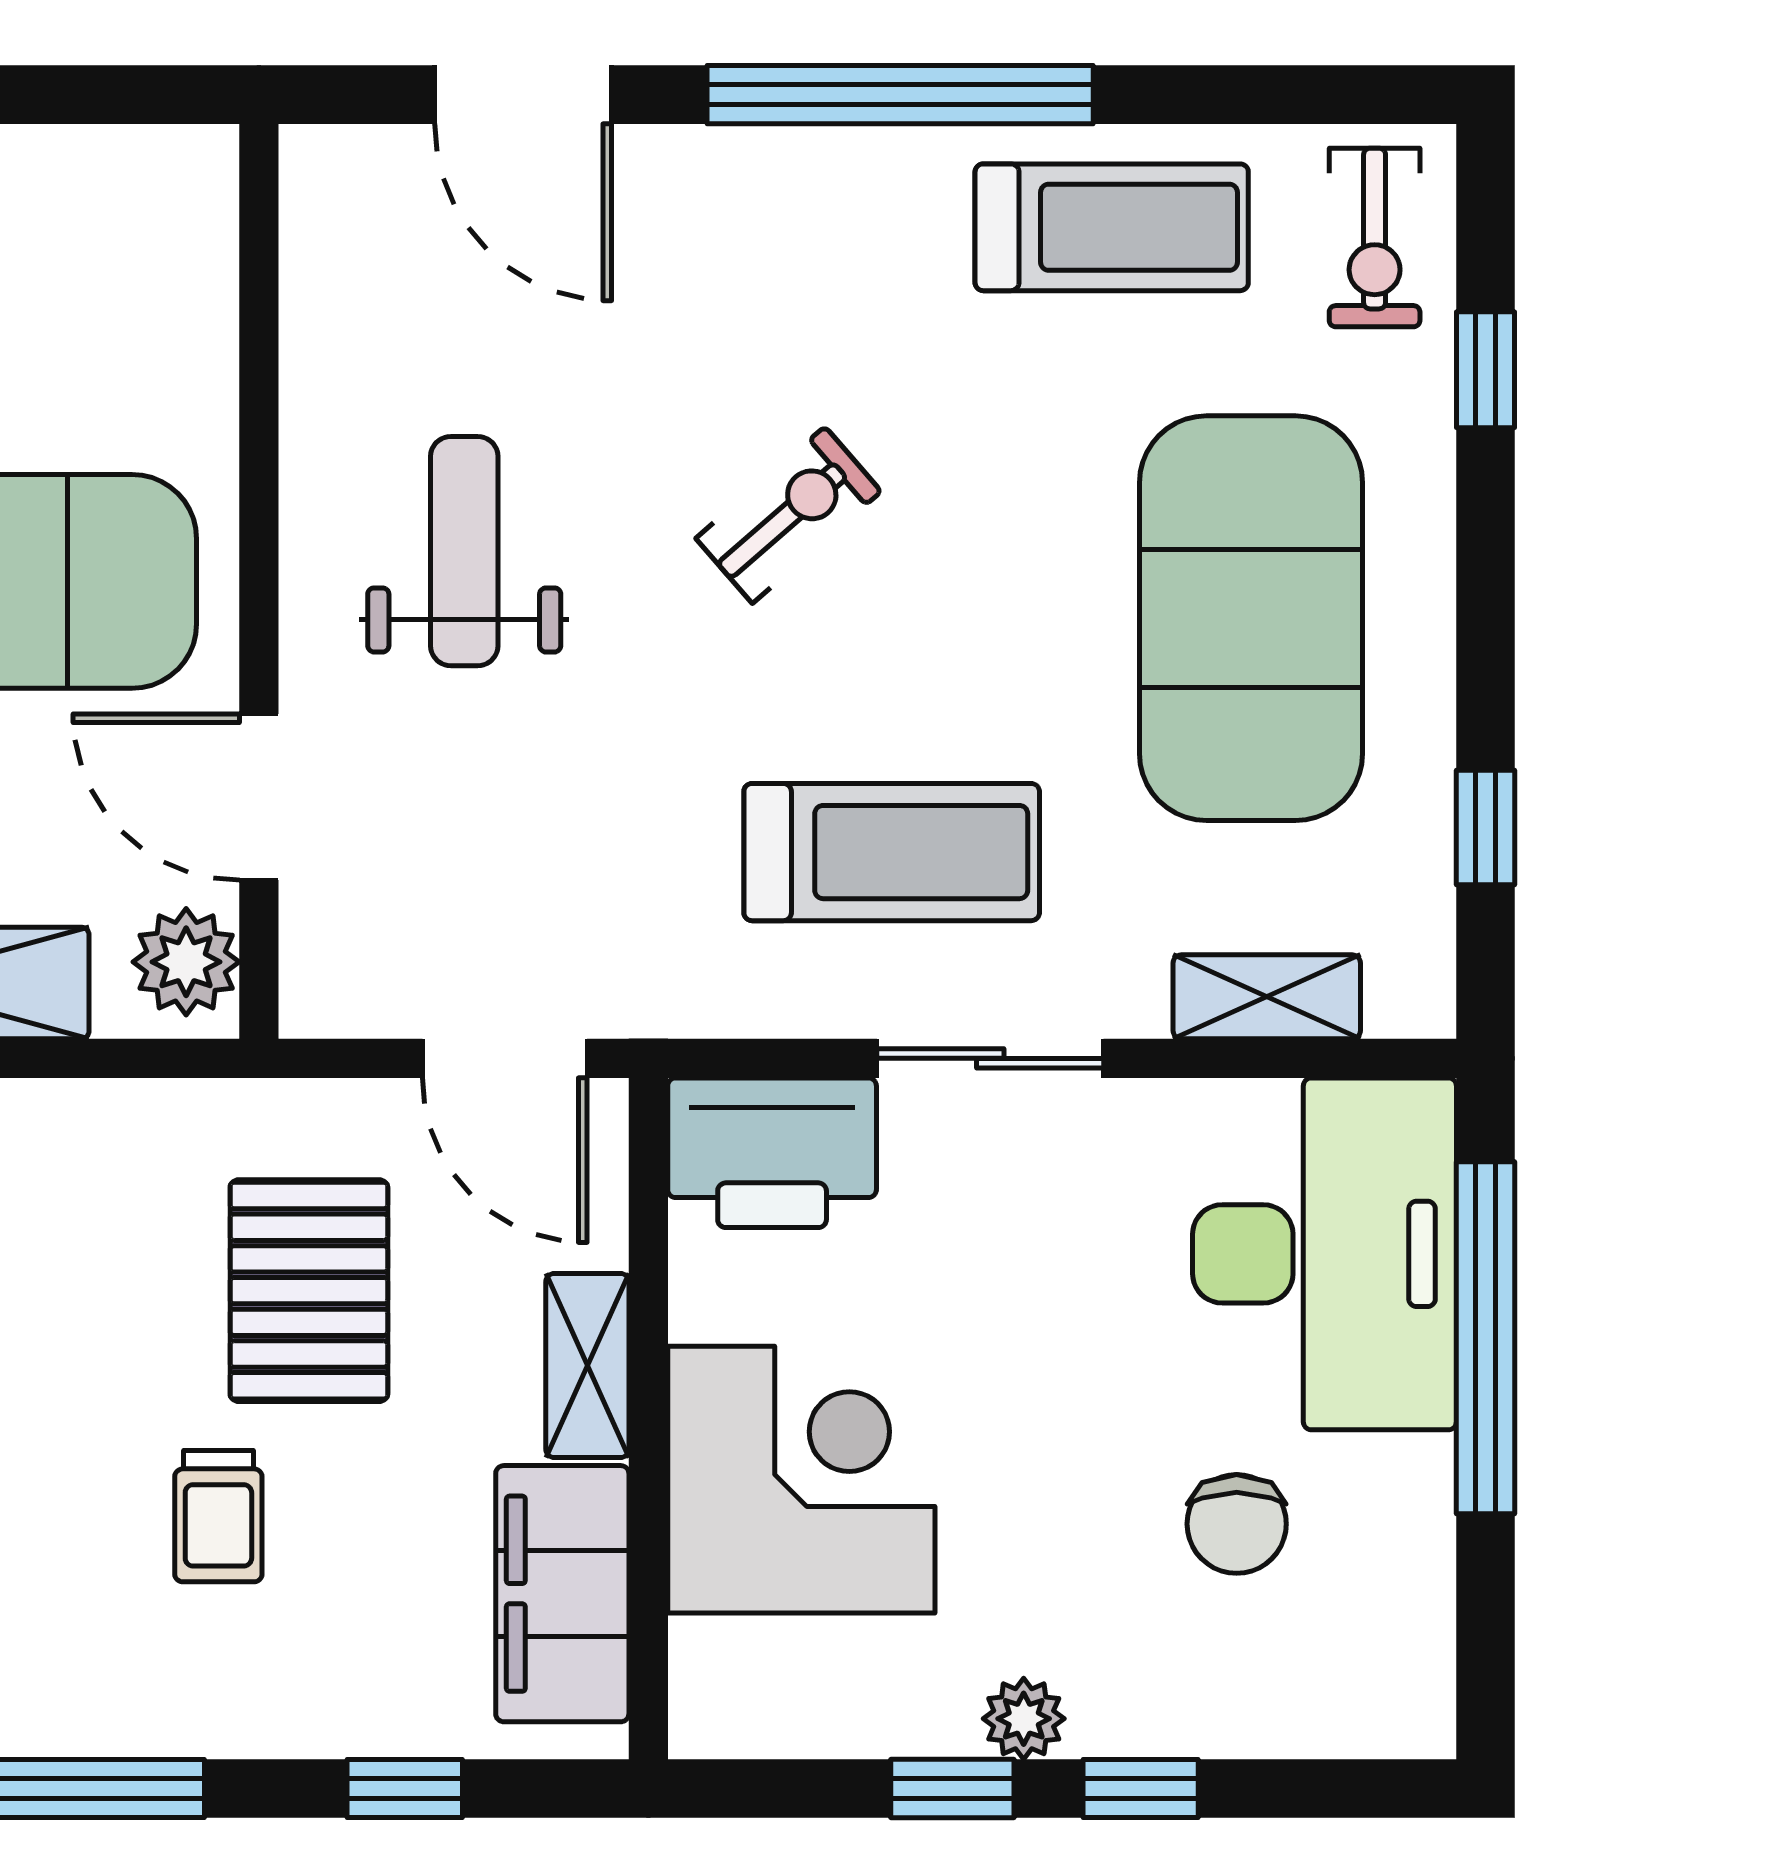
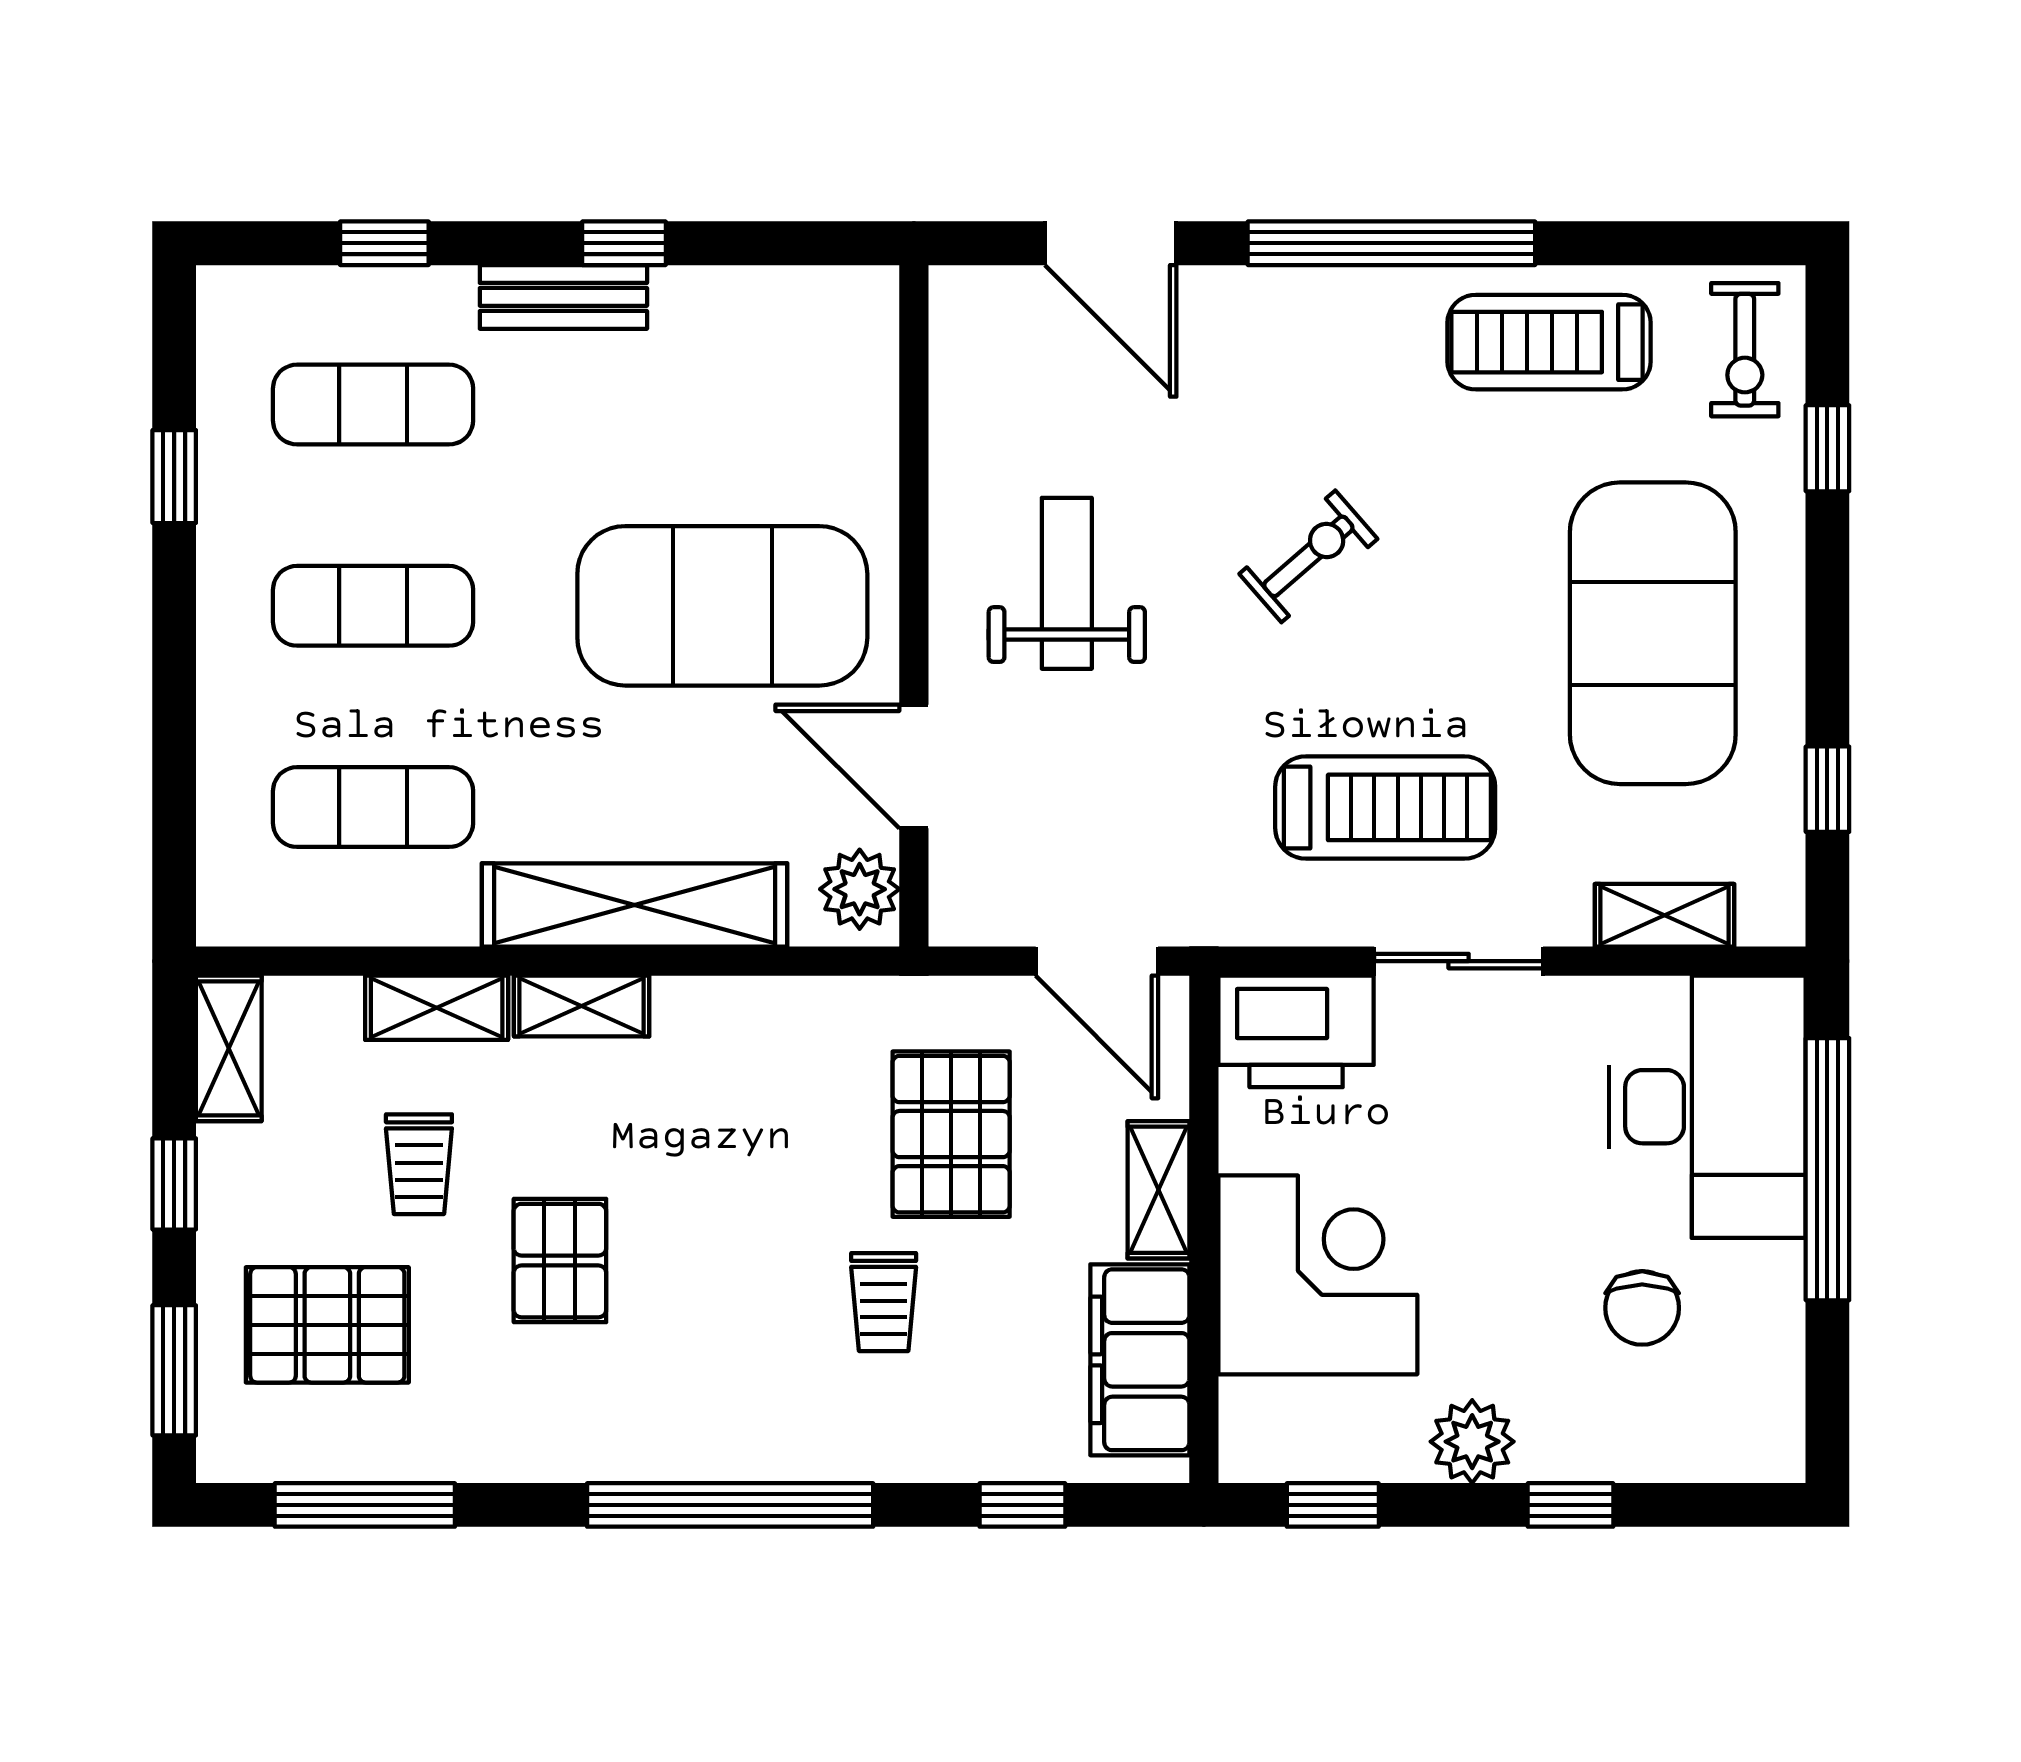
treadmill: (1112, 227) -> (1549, 342), turned 180
plant: (1024, 1719) -> (1472, 1442), width x1.38, depth x1.38
window: (952, 1789) -> (1333, 1505), moved

